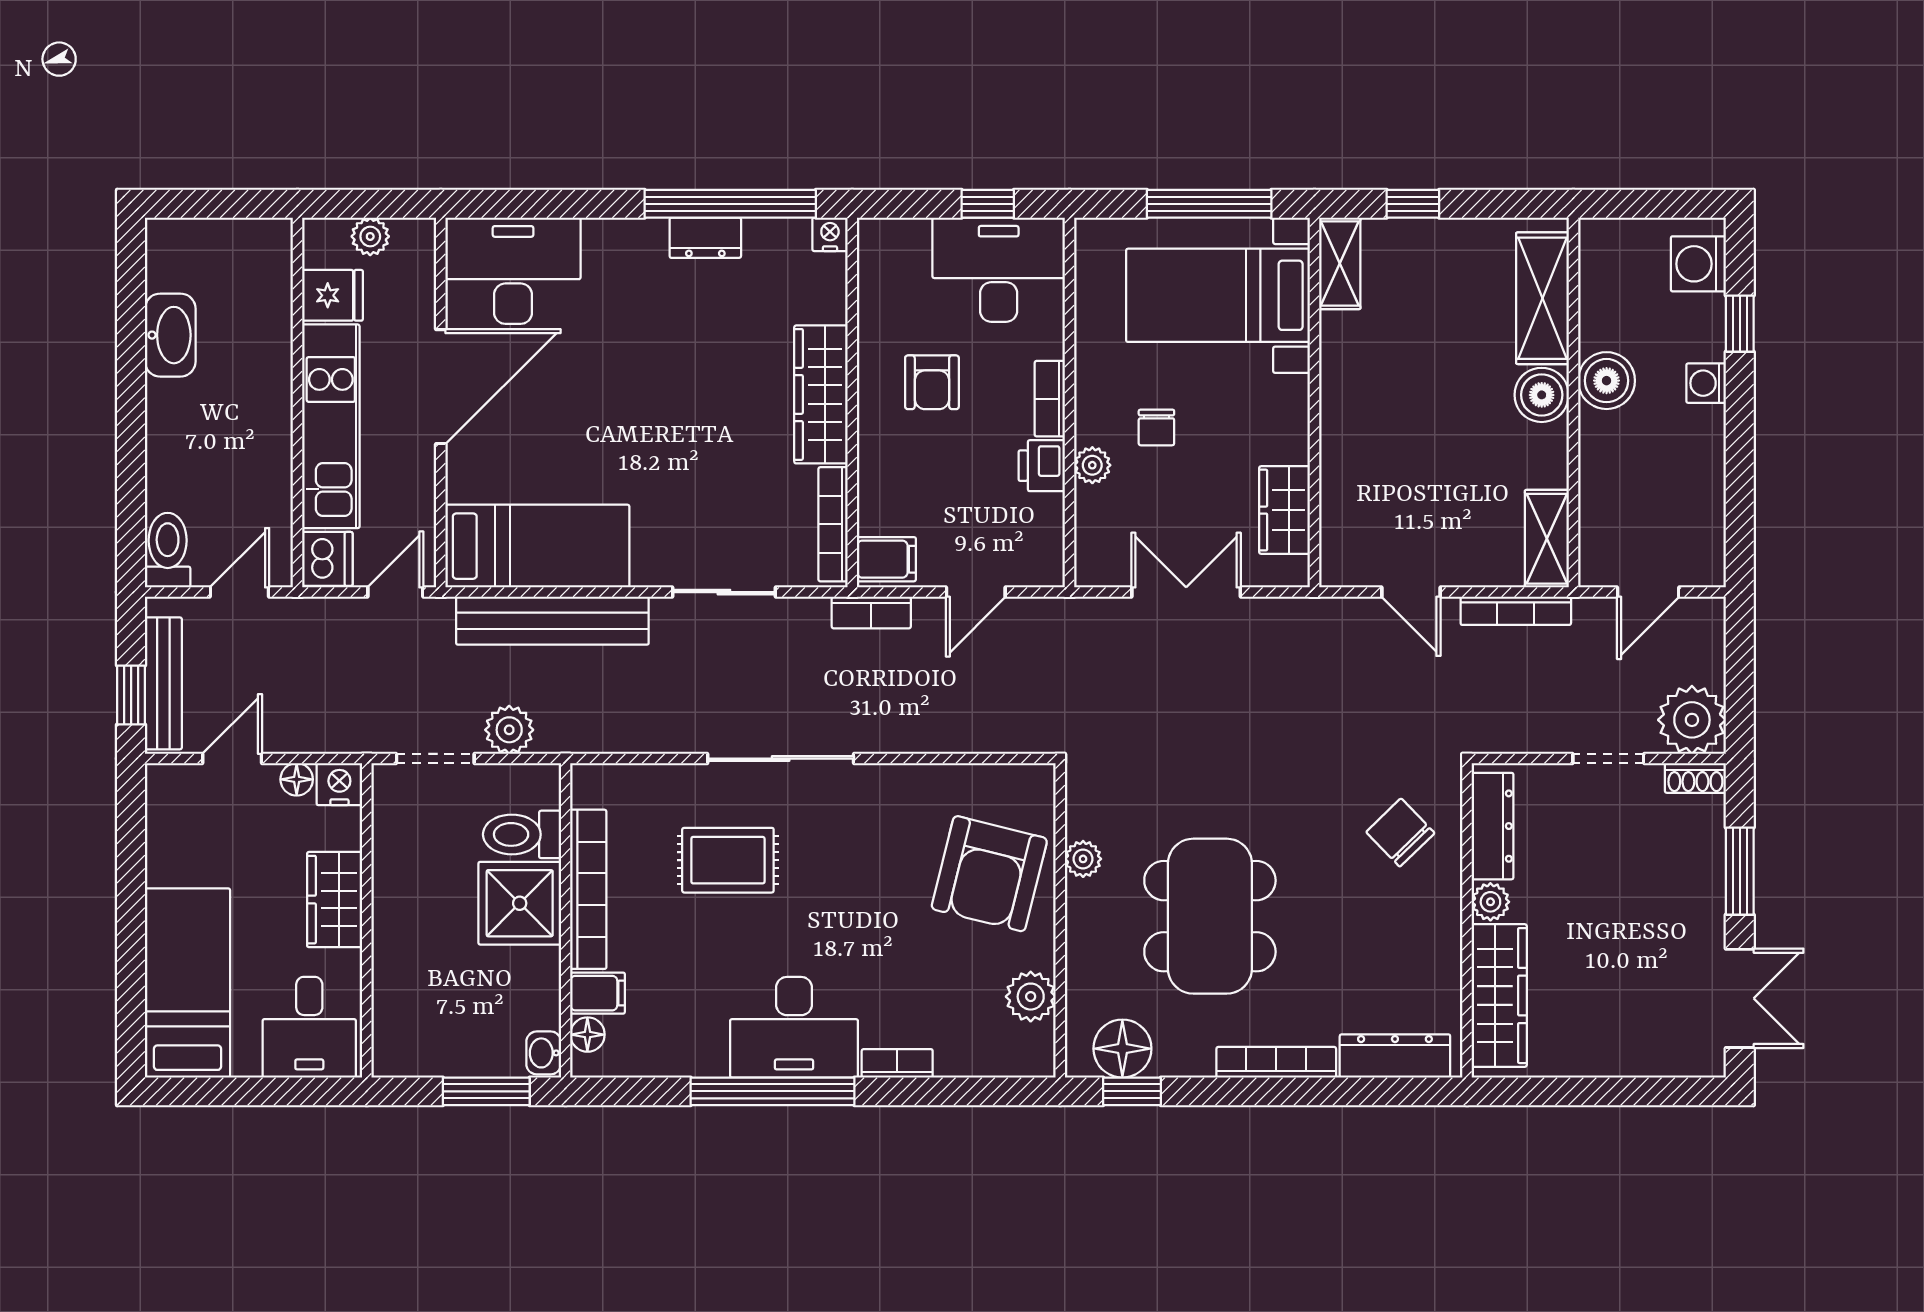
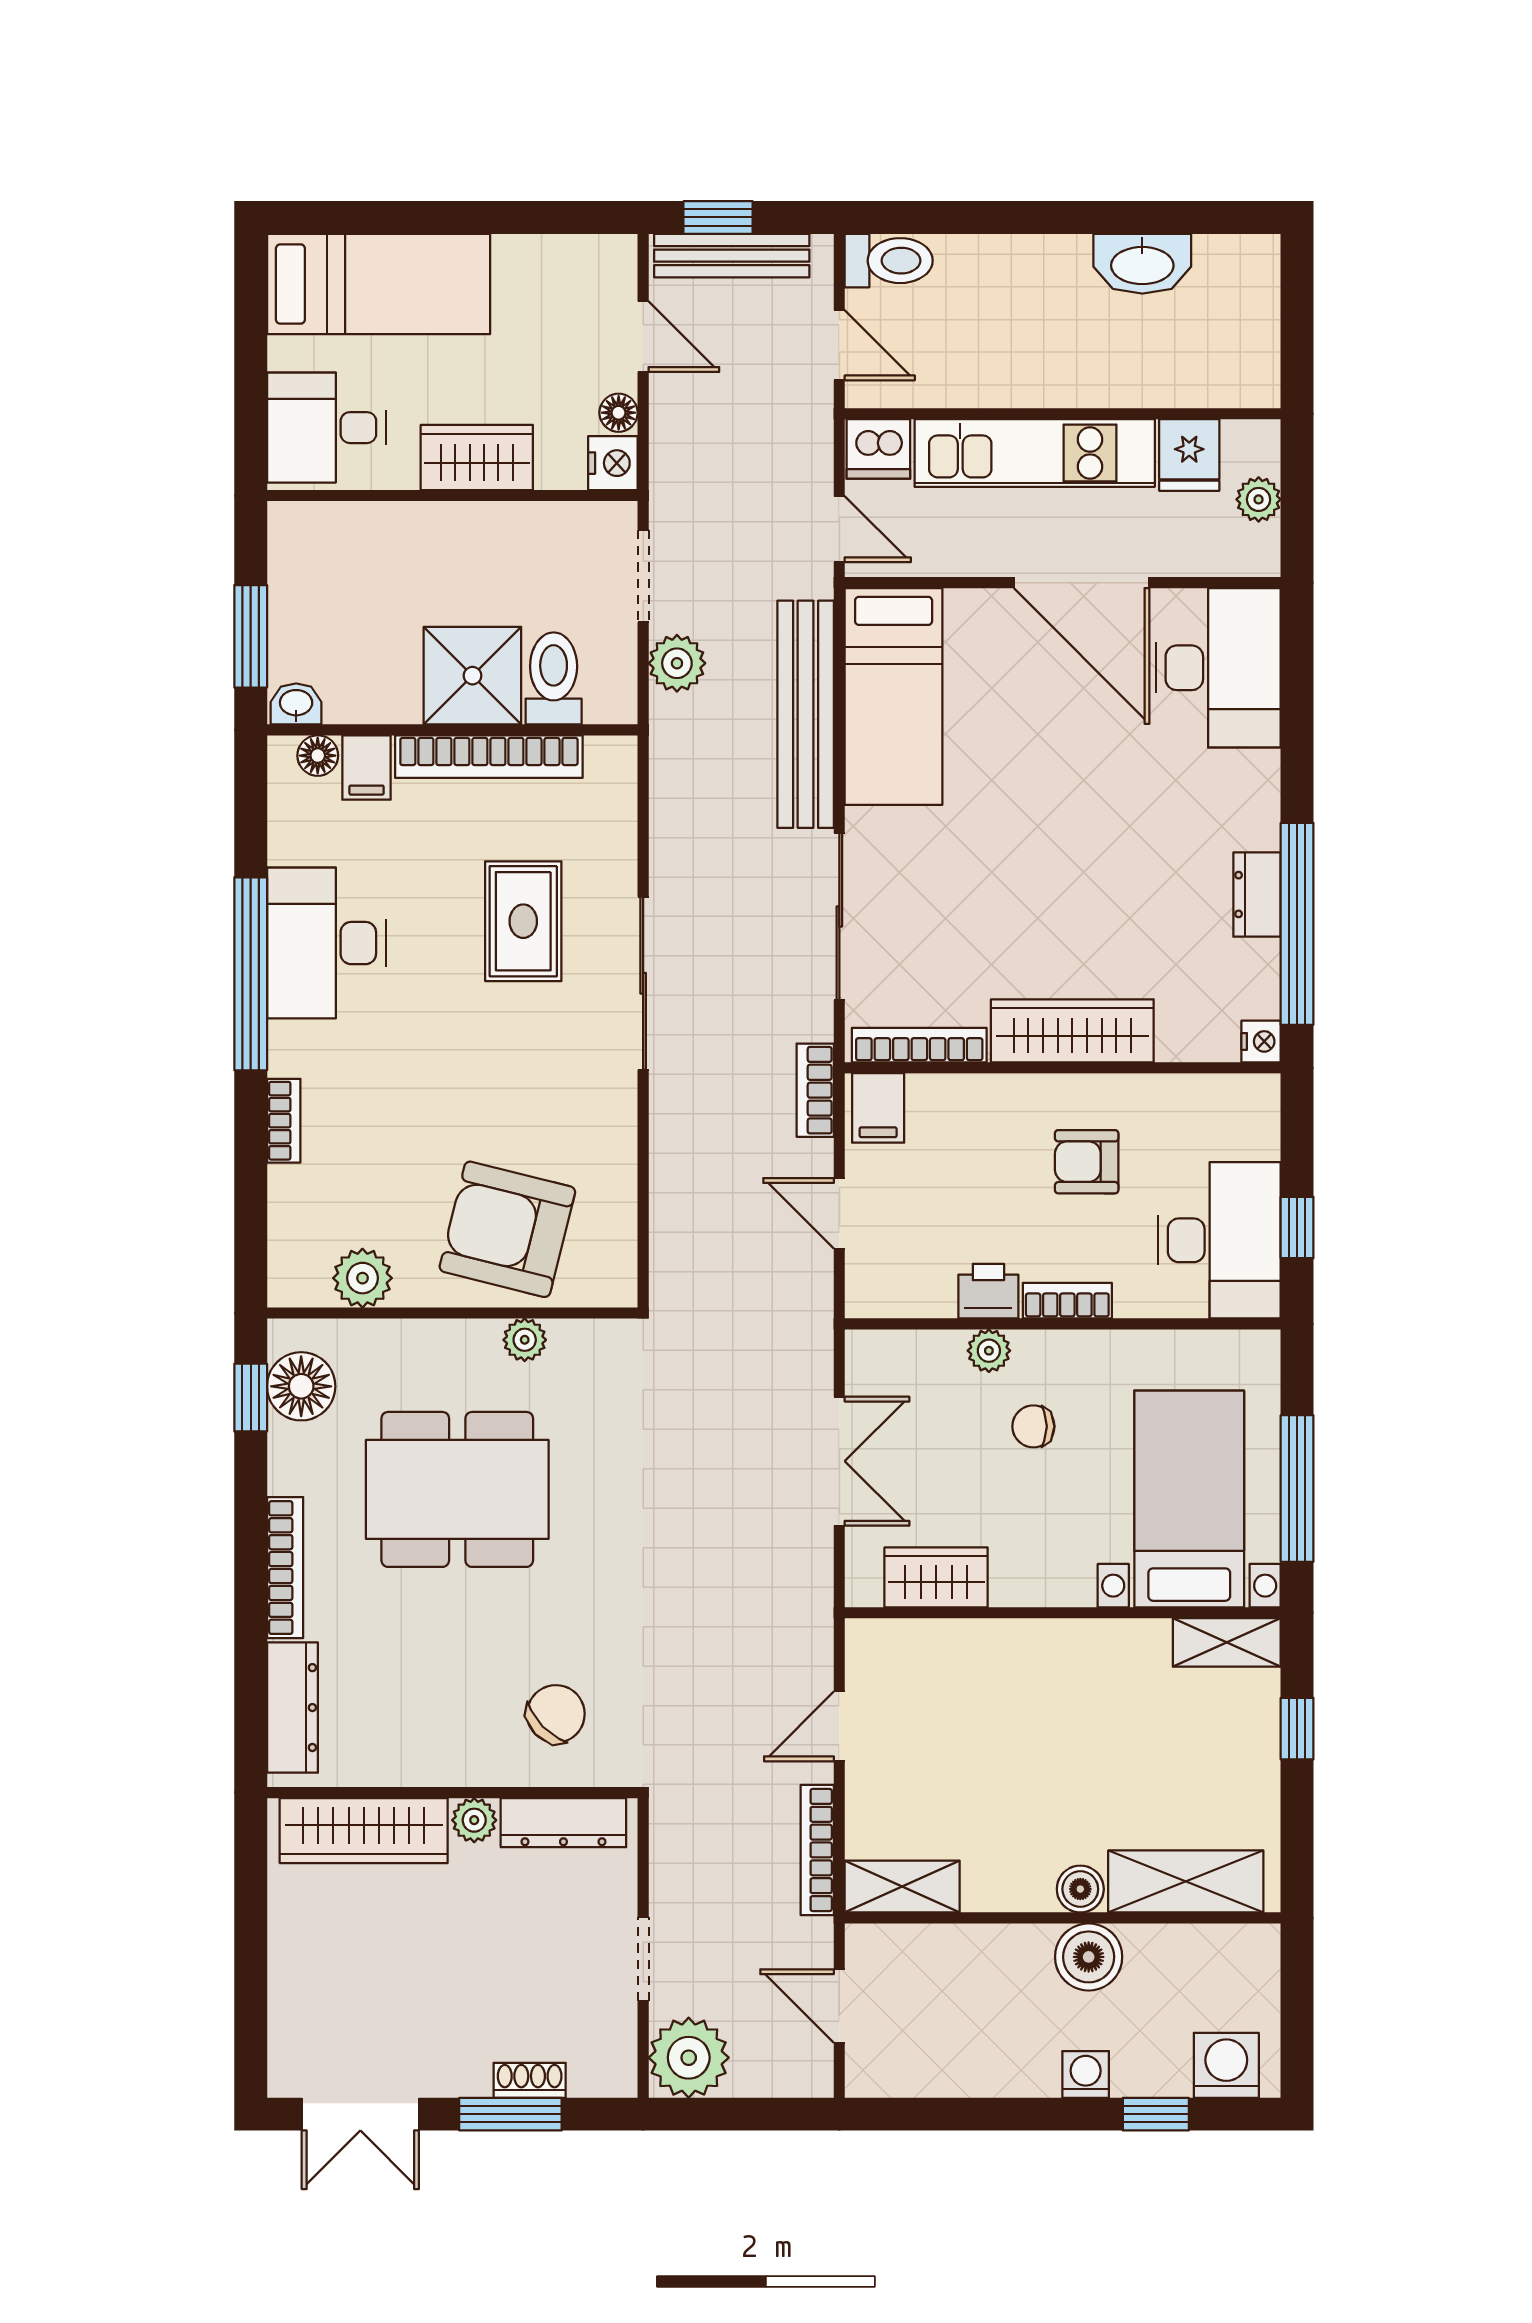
boiler: (1542, 395) -> (1080, 1889), width x0.73, depth x0.73
sliding door: (724, 592) -> (839, 916), width x1.37
shoe rack: (1695, 778) -> (530, 2080), moved, turned 90
desk: (794, 1027) -> (326, 943), moved

